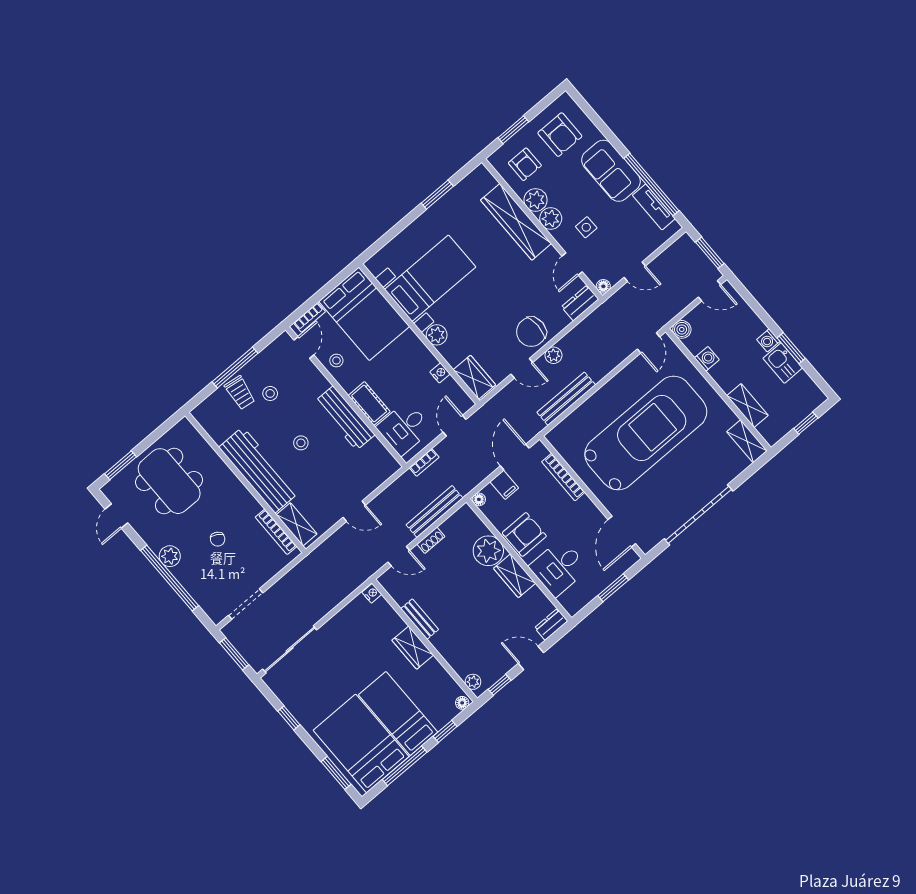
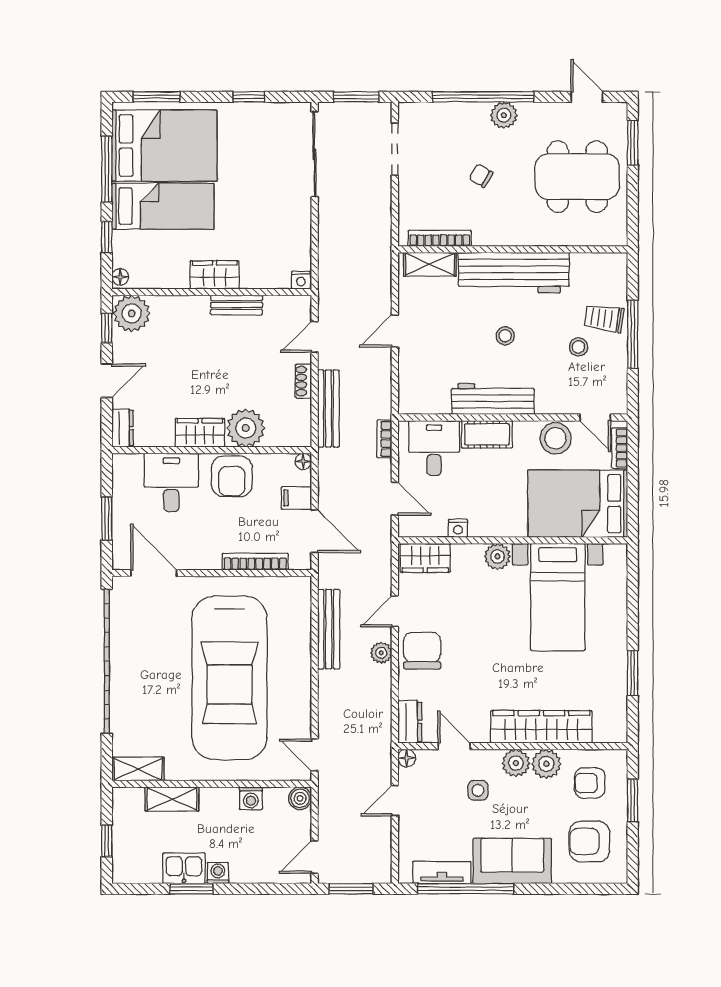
stool: (336, 361) -> (556, 438), width x1.89, depth x1.89
garage door: (699, 515) -> (107, 661), width x1.36
plant: (473, 682) -> (132, 313), width x1.87, depth x1.87

